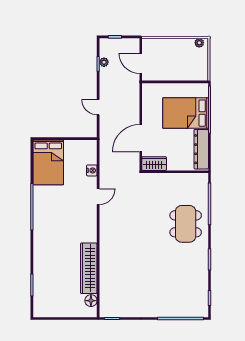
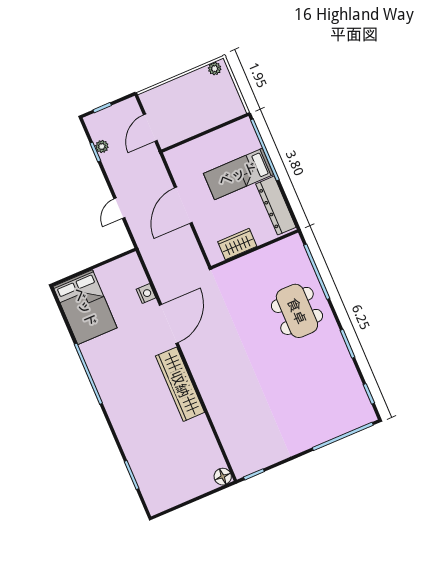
door: (141, 63) -> (150, 128), hinge flipped
door: (98, 107) -> (119, 208), hinge flipped
bed: (186, 113) -> (238, 174), width x0.67
door: (141, 138) -> (183, 205), moved
wardrobe: (154, 164) -> (237, 244), moved
door: (98, 197) -> (169, 324), width x1.87
wardrobe: (89, 268) -> (180, 384), moved
floor lamp: (91, 301) -> (223, 477), moved

